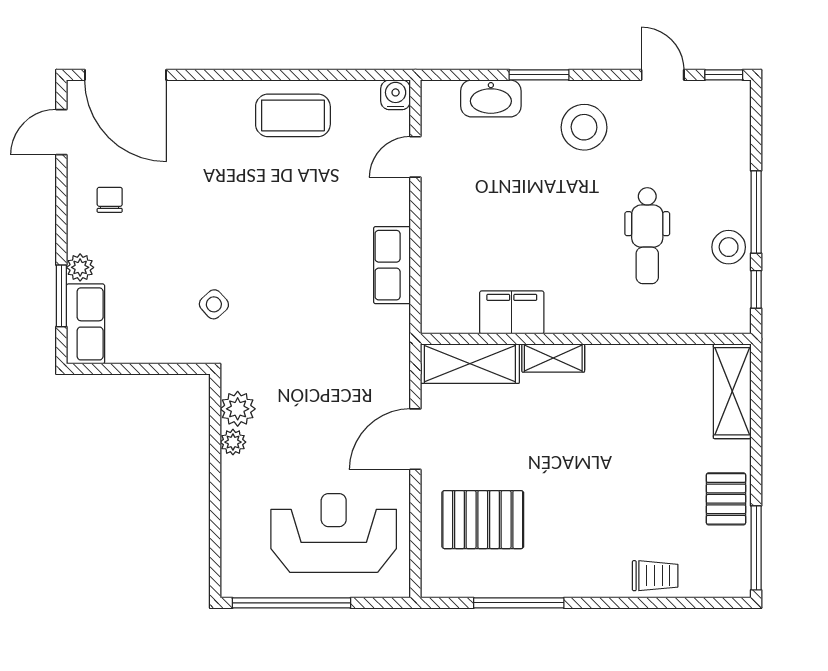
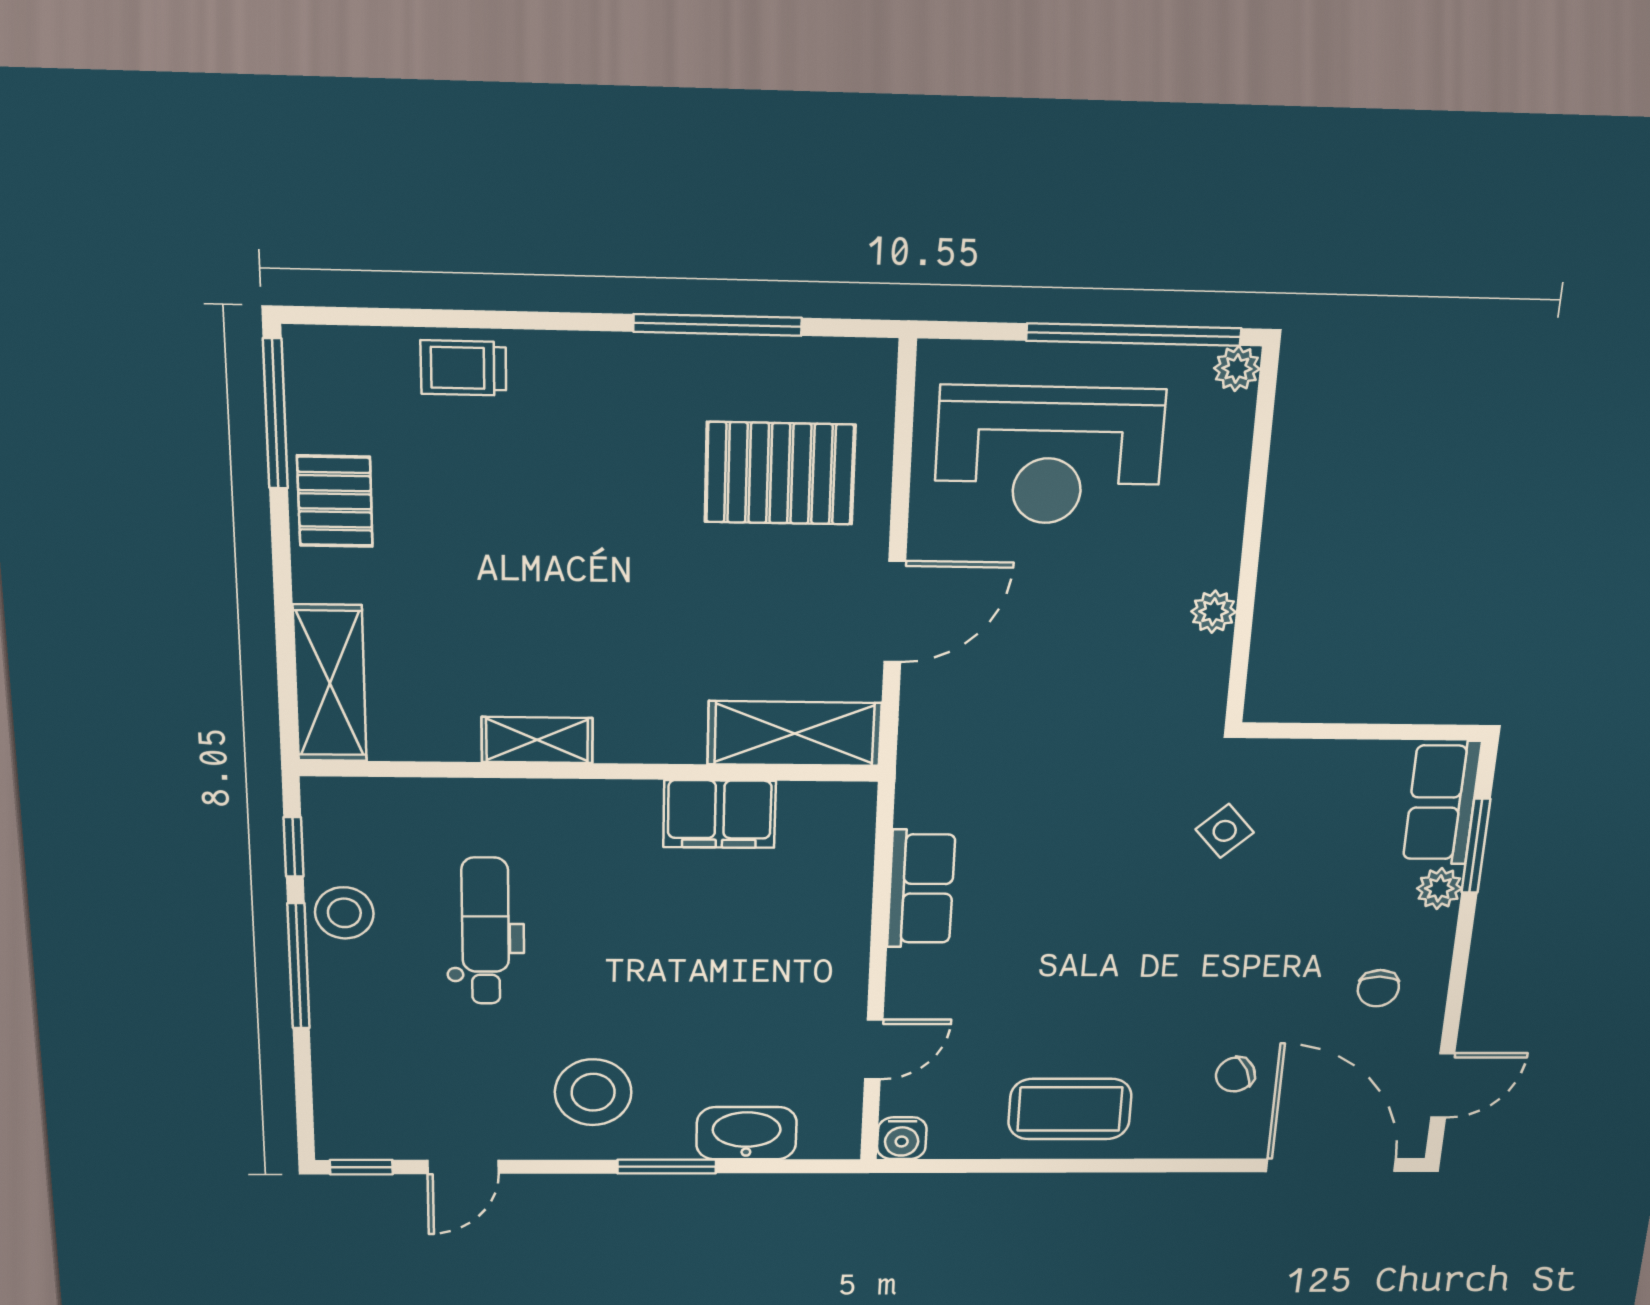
door: (663, 75) -> (463, 1167), hinge flipped
chair: (192, 140) -> (1235, 1075), added
shelving: (553, 358) -> (537, 740), moved
plant: (238, 409) -> (1237, 369), moved, width x0.73, depth x0.73

